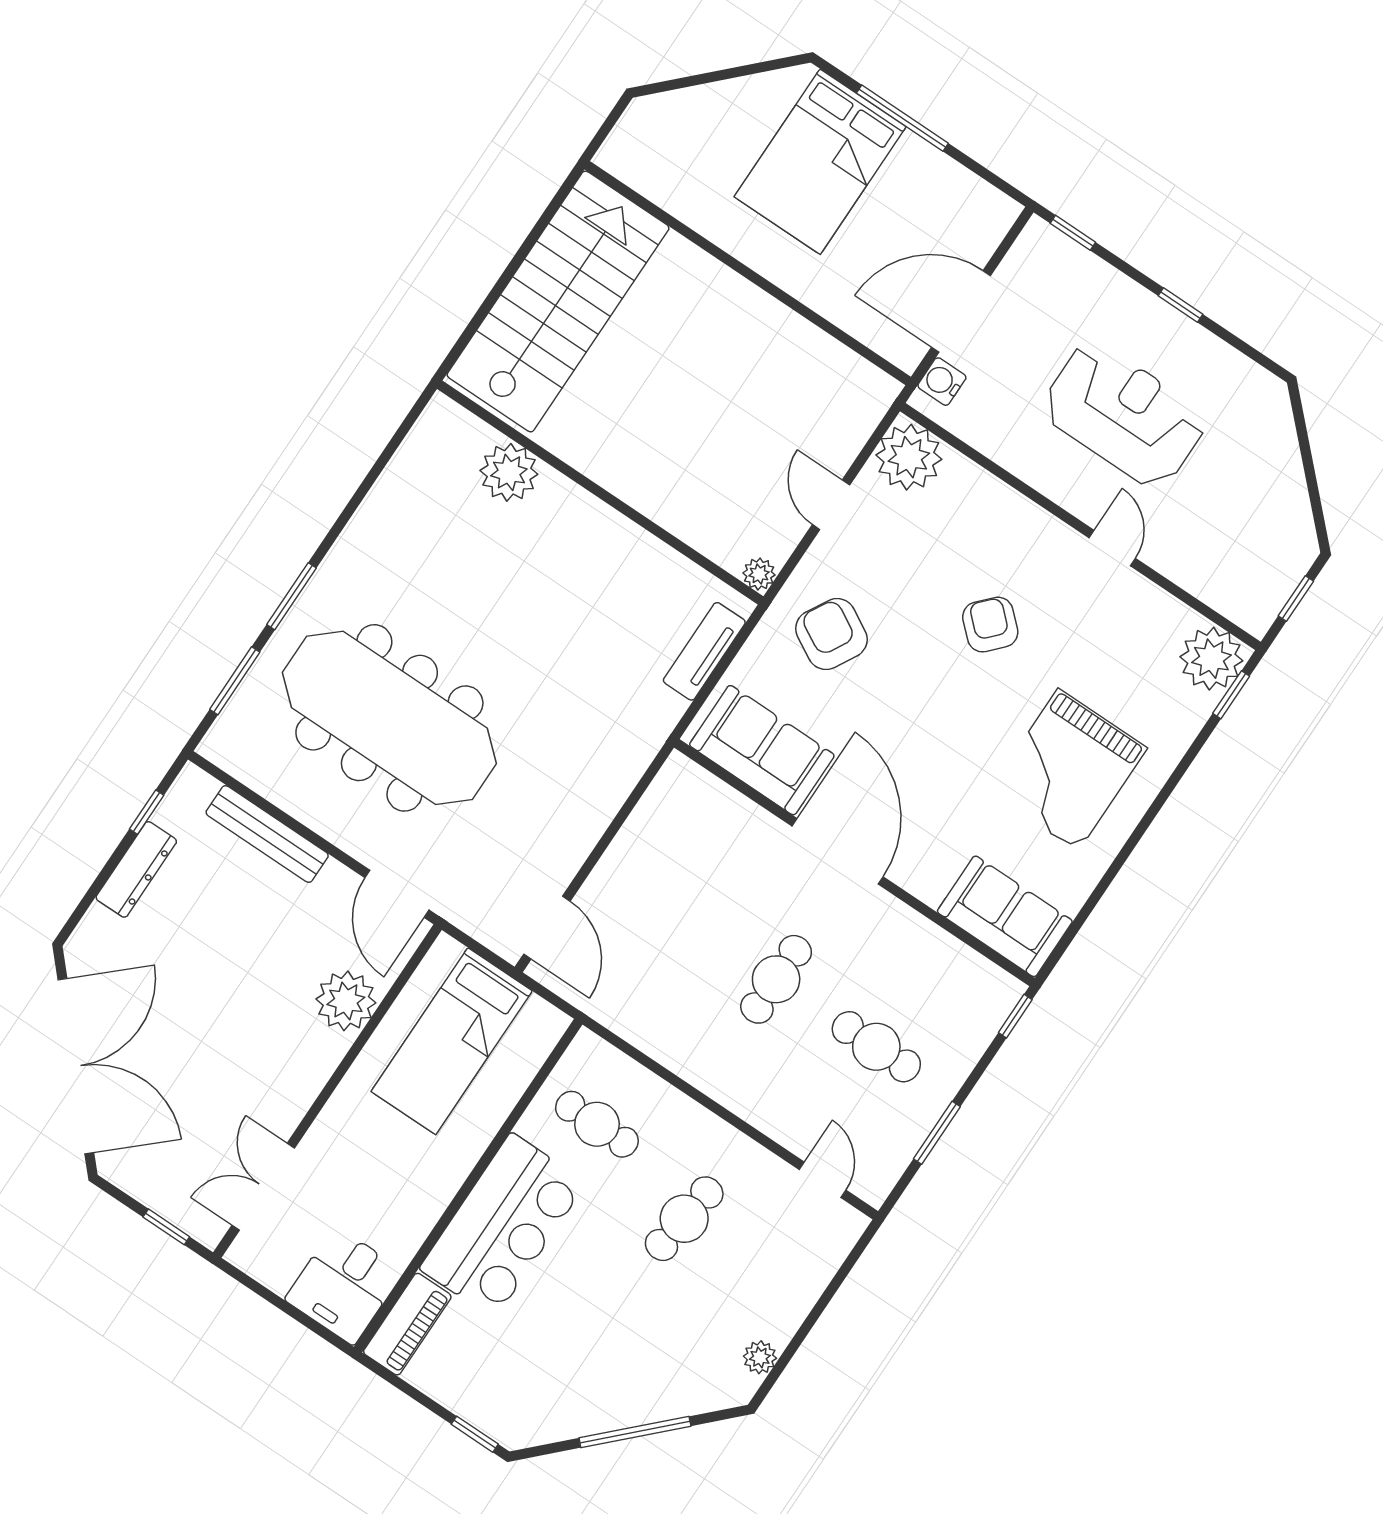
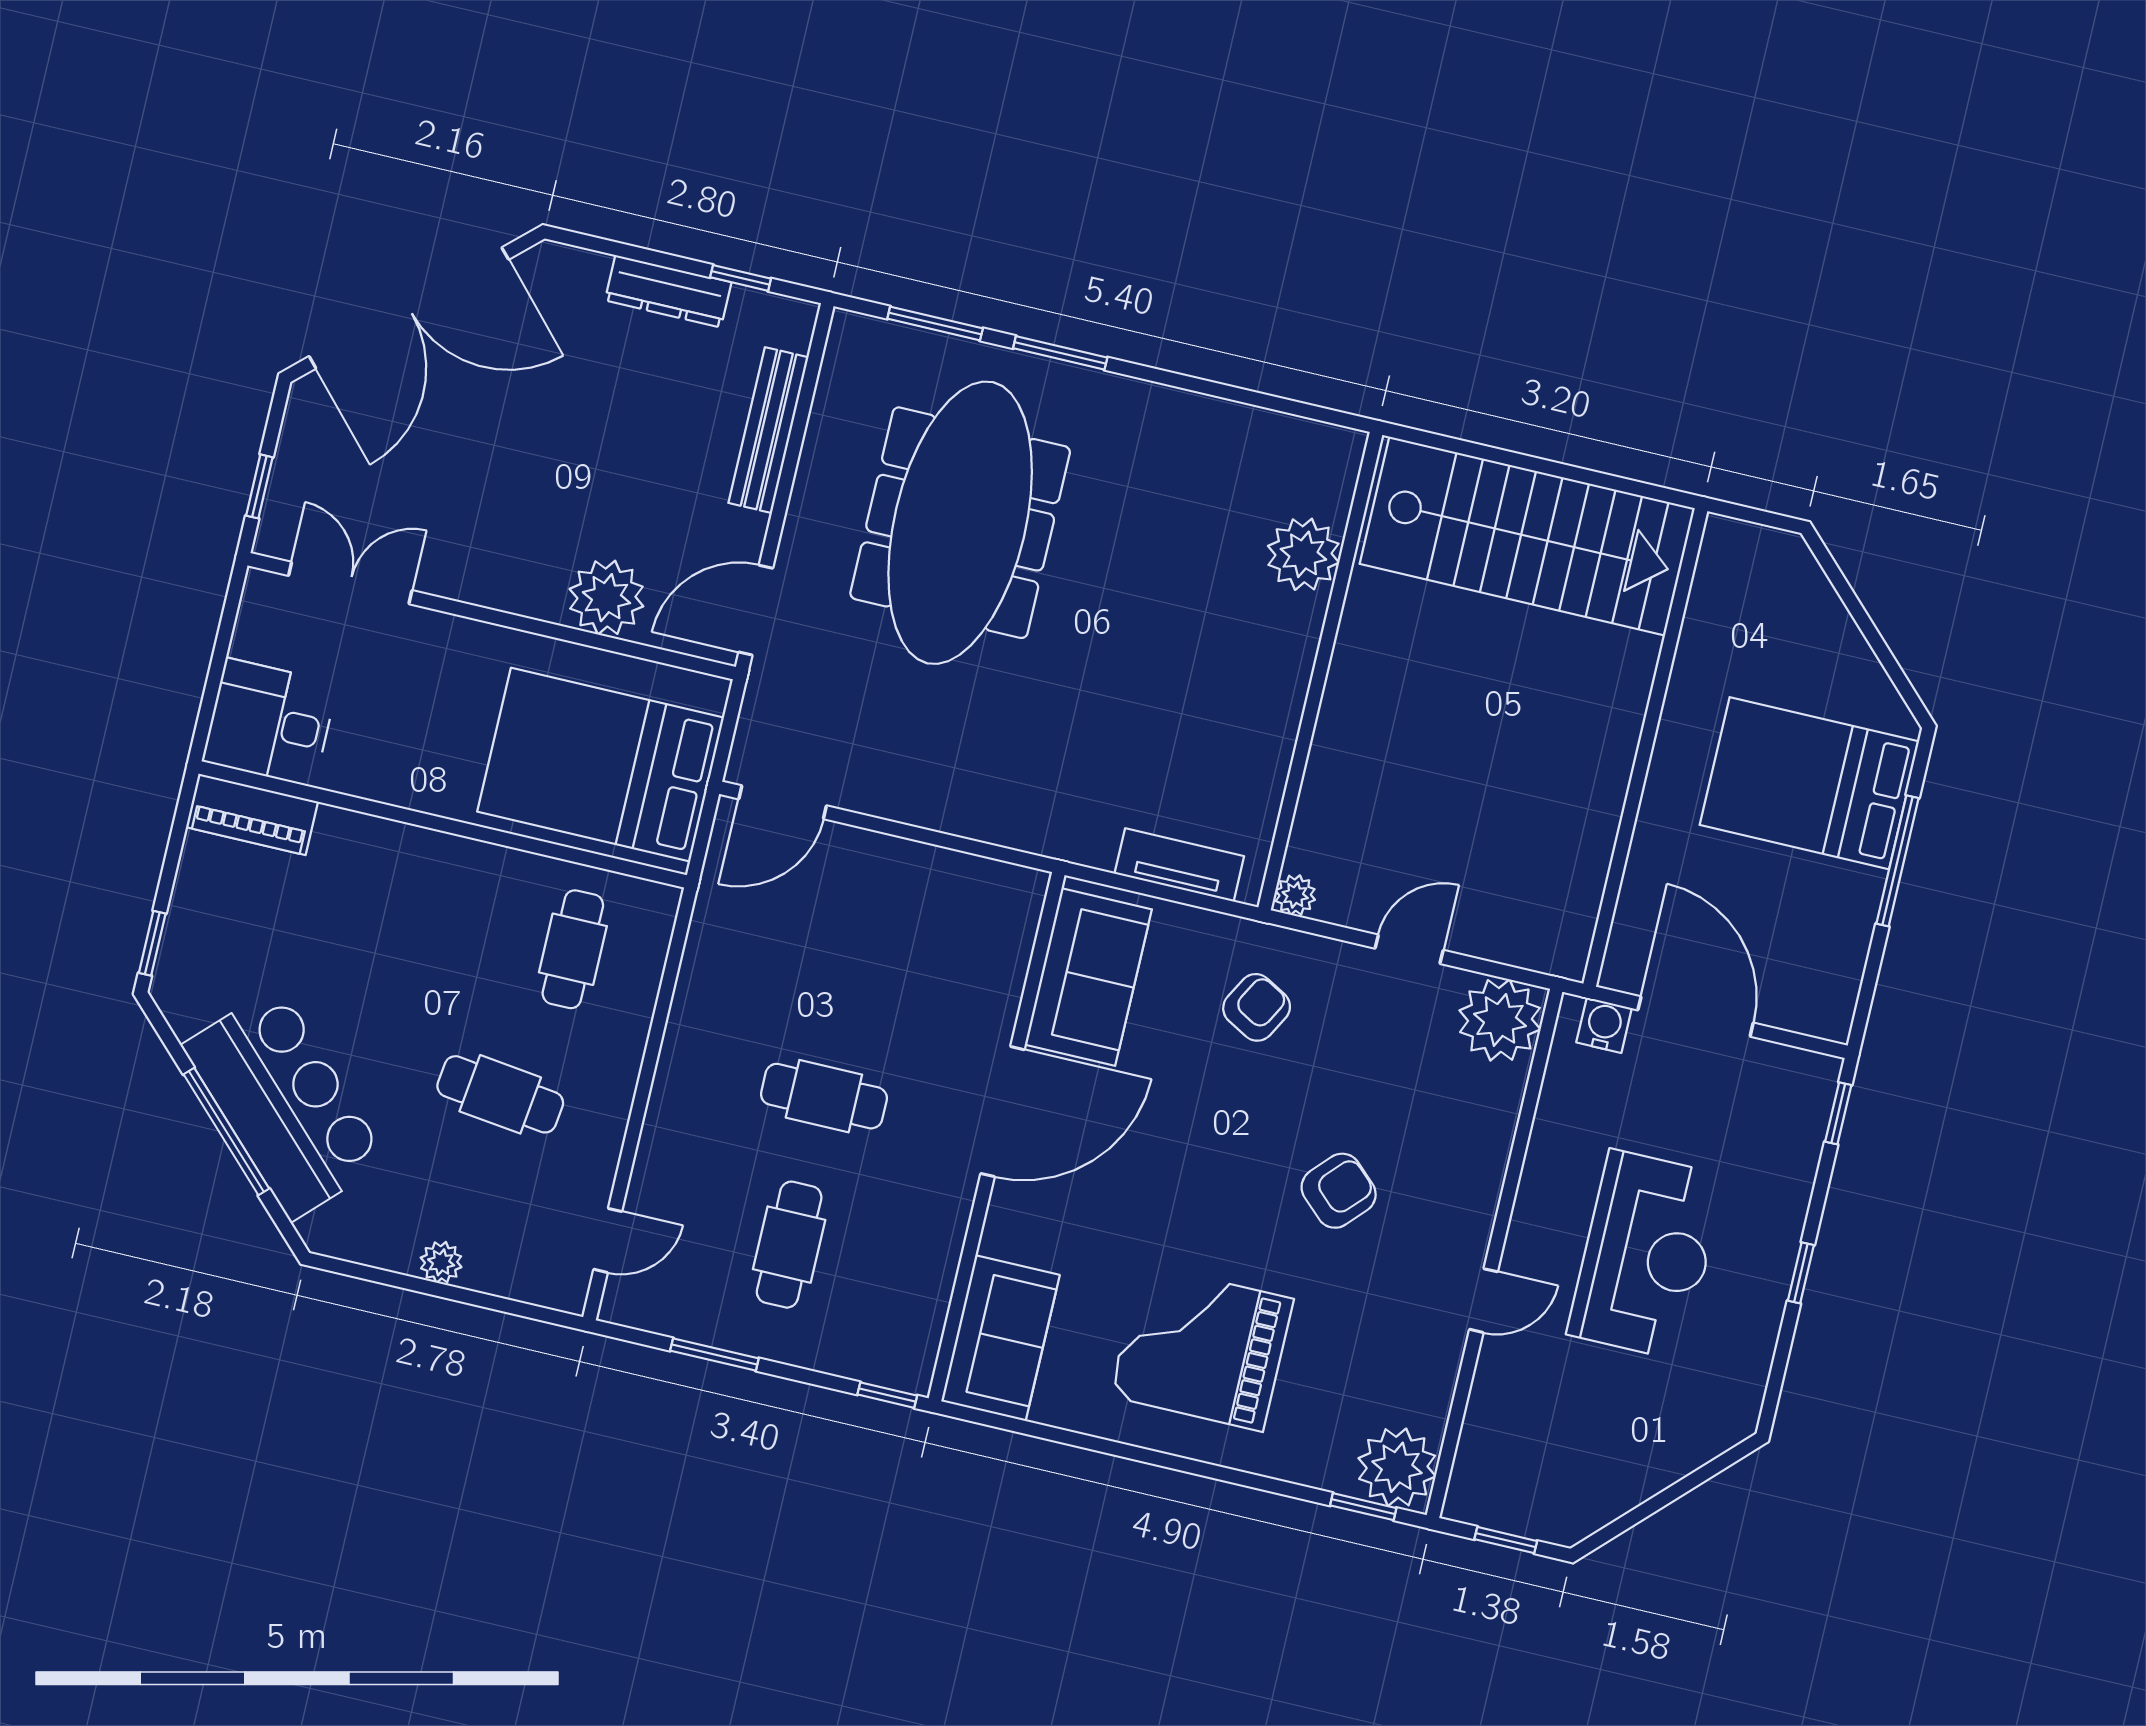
armchair: (831, 634) -> (1257, 1007), width x0.72, depth x0.72
bed: (452, 1041) -> (601, 765), width x1.50
bar counter: (503, 1226) -> (285, 1103), moved, turned -135
plant: (760, 1357) -> (441, 1262), moved

